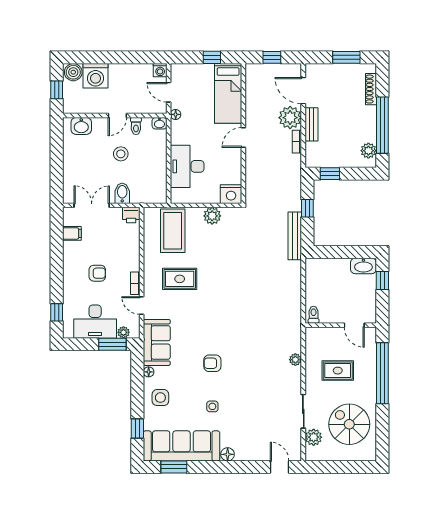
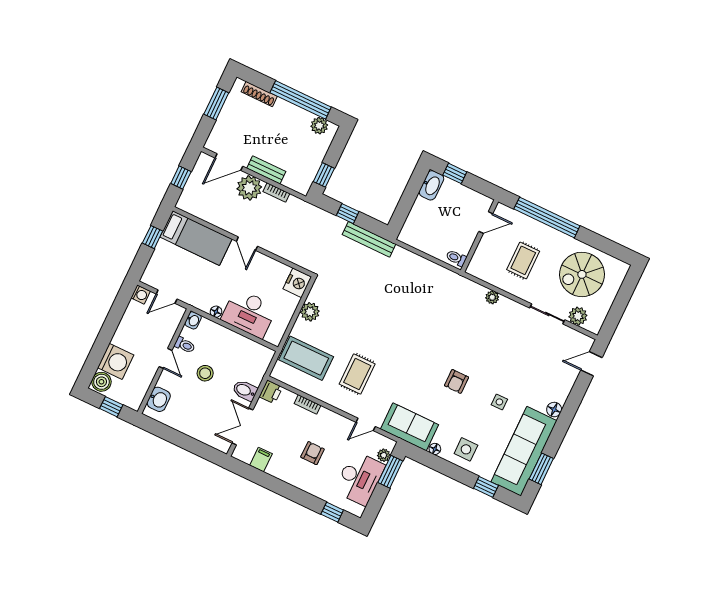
floor lamp: (176, 114) -> (216, 312), moved
bookcase: (135, 283) -> (307, 404), moved

